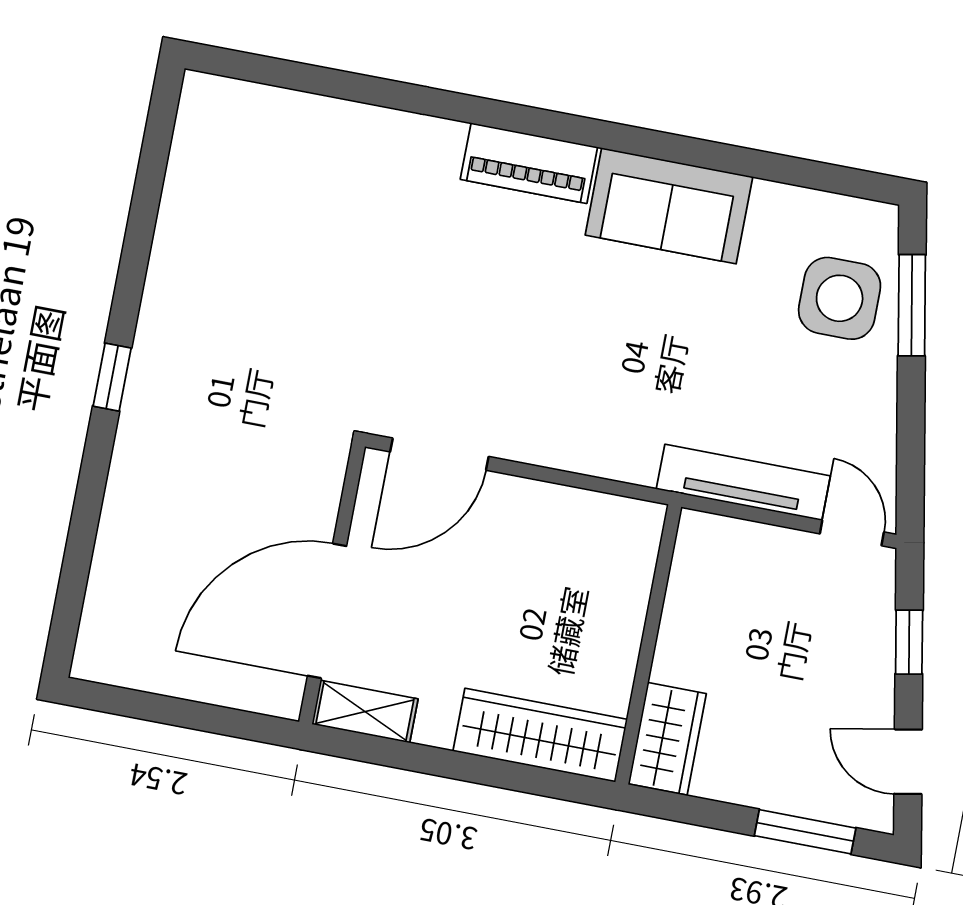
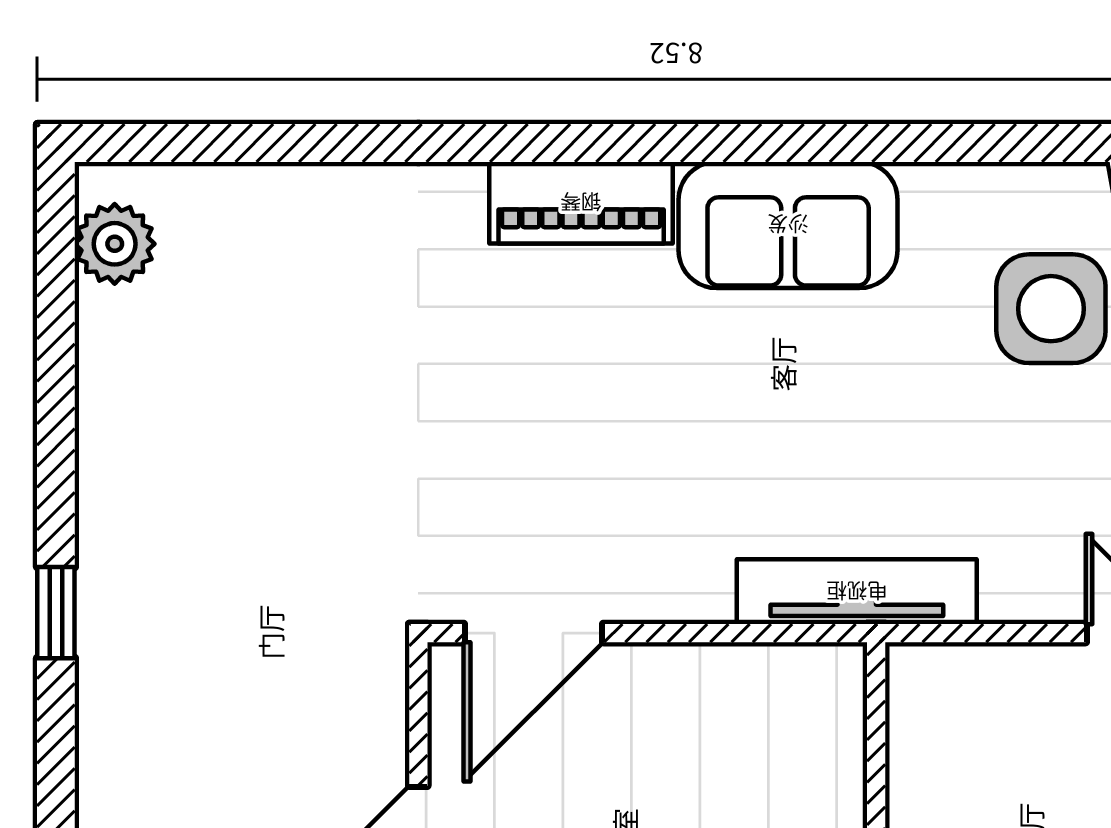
plant: (201, 130) -> (115, 244), added
tv unit: (743, 482) -> (857, 592), moved

